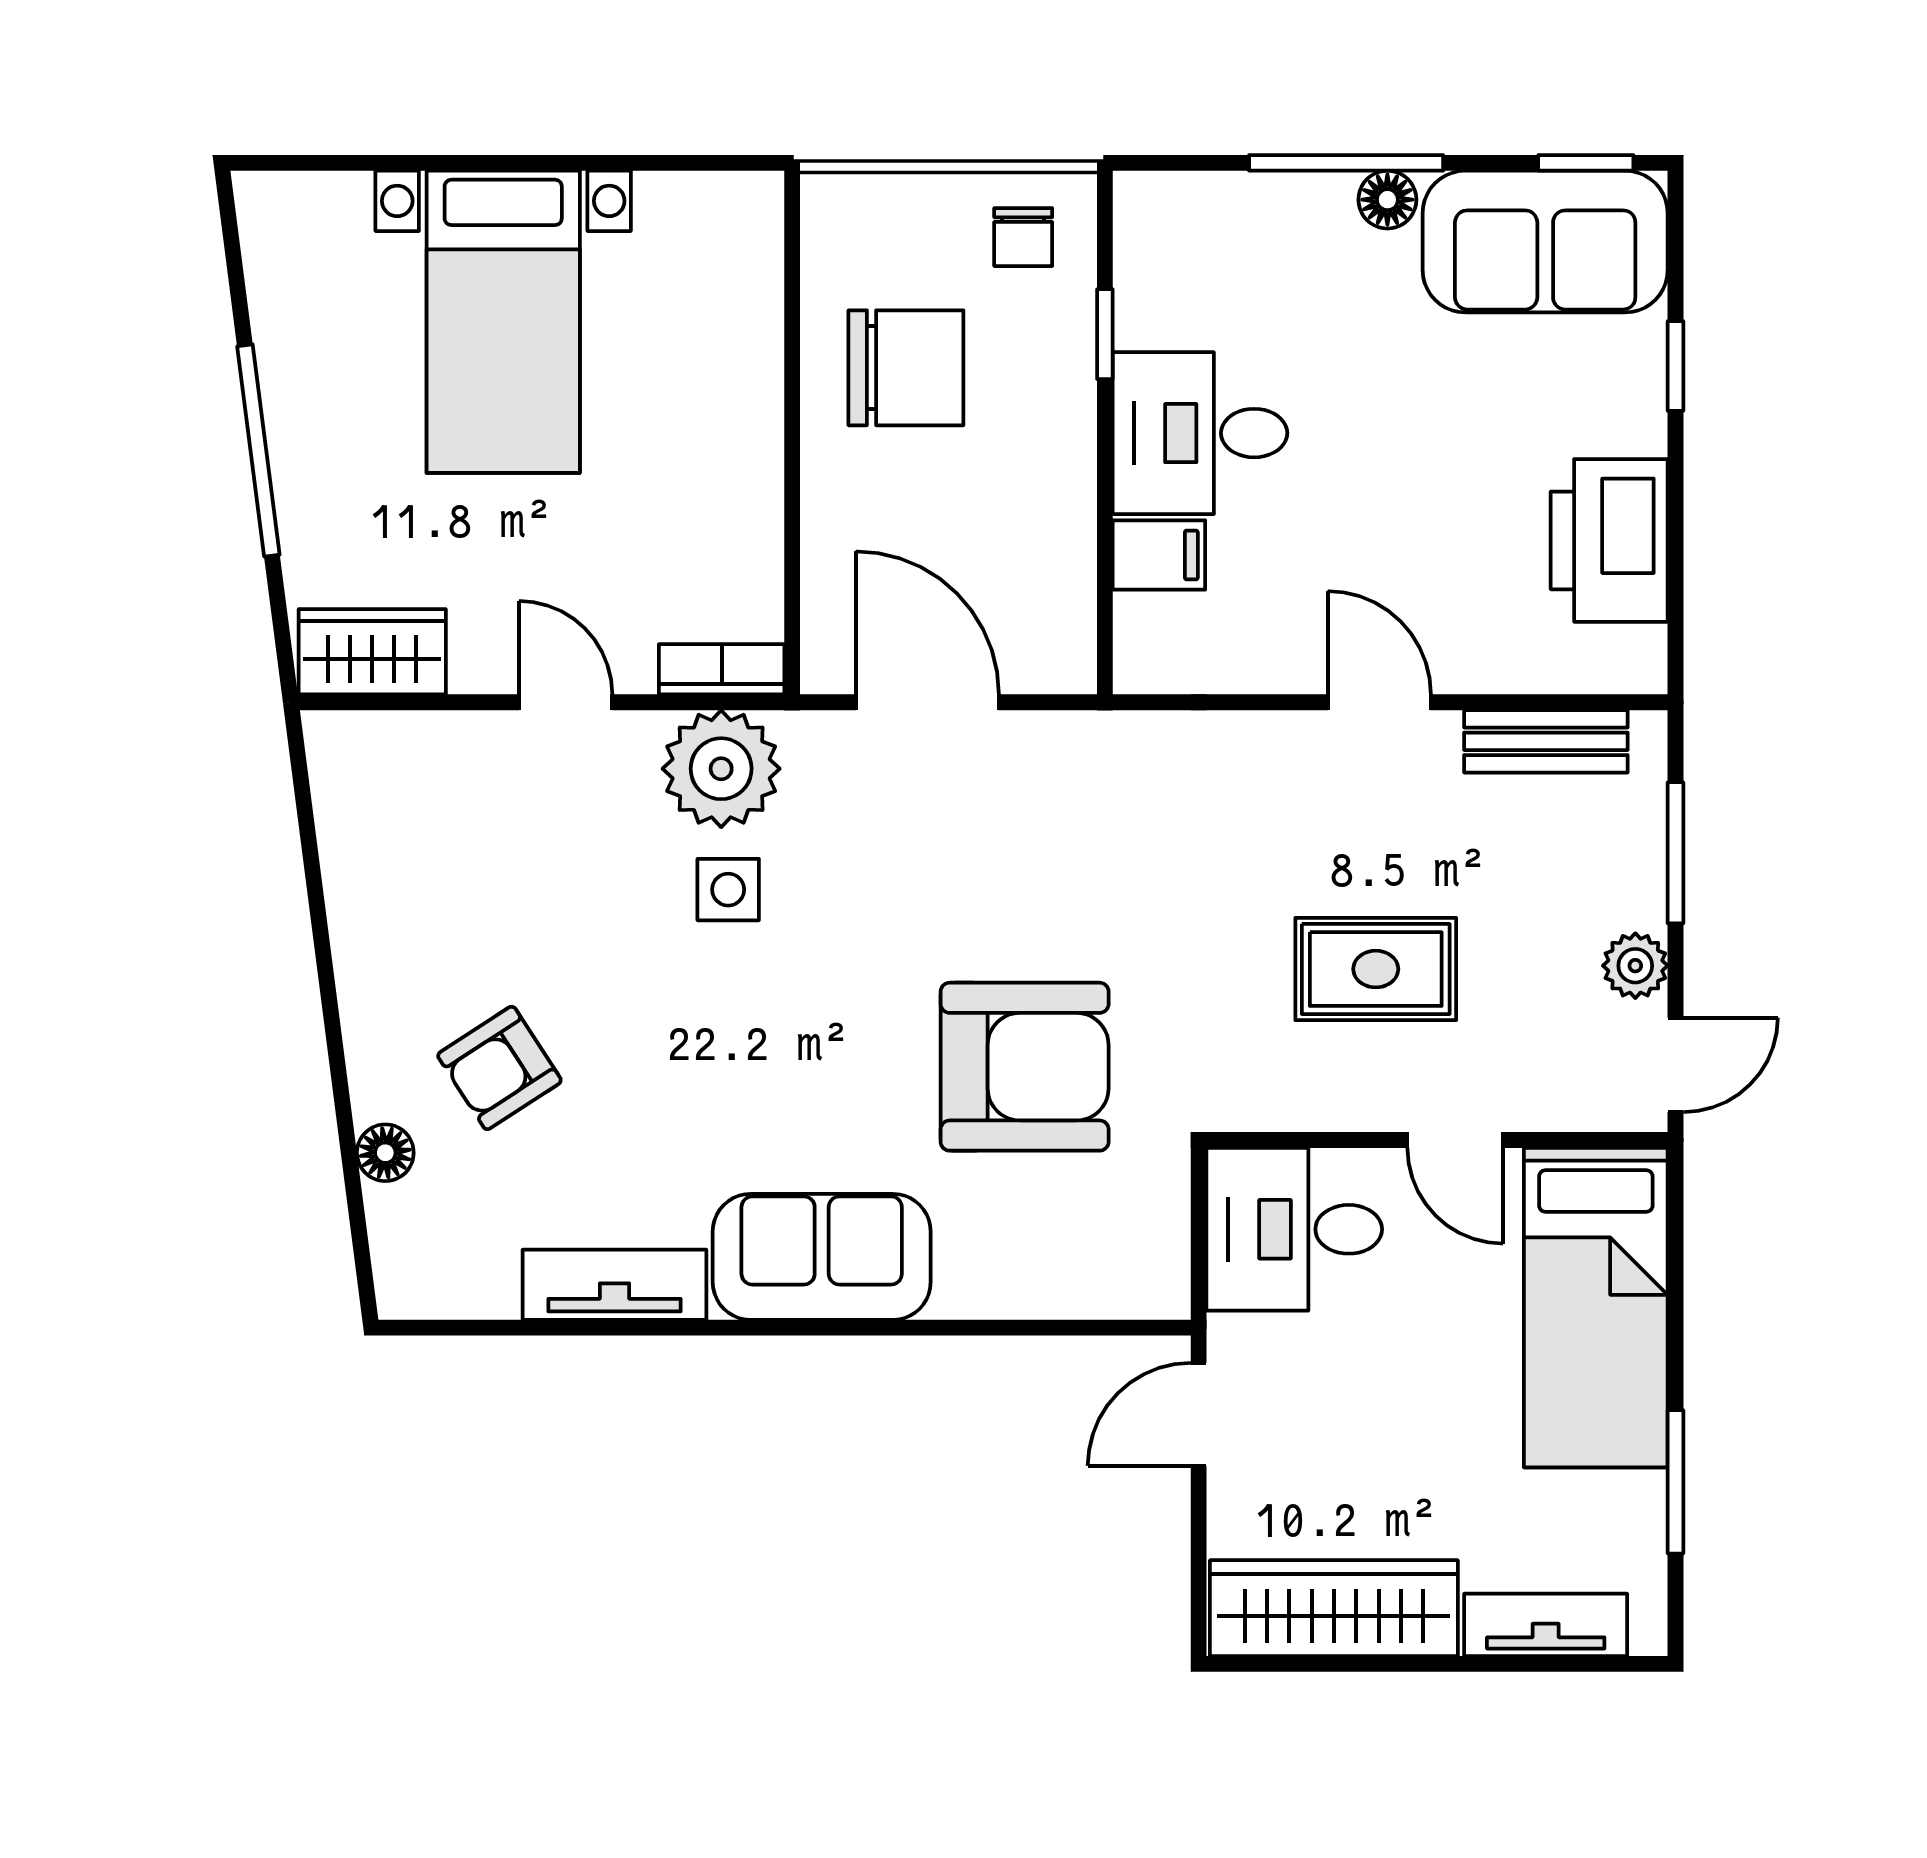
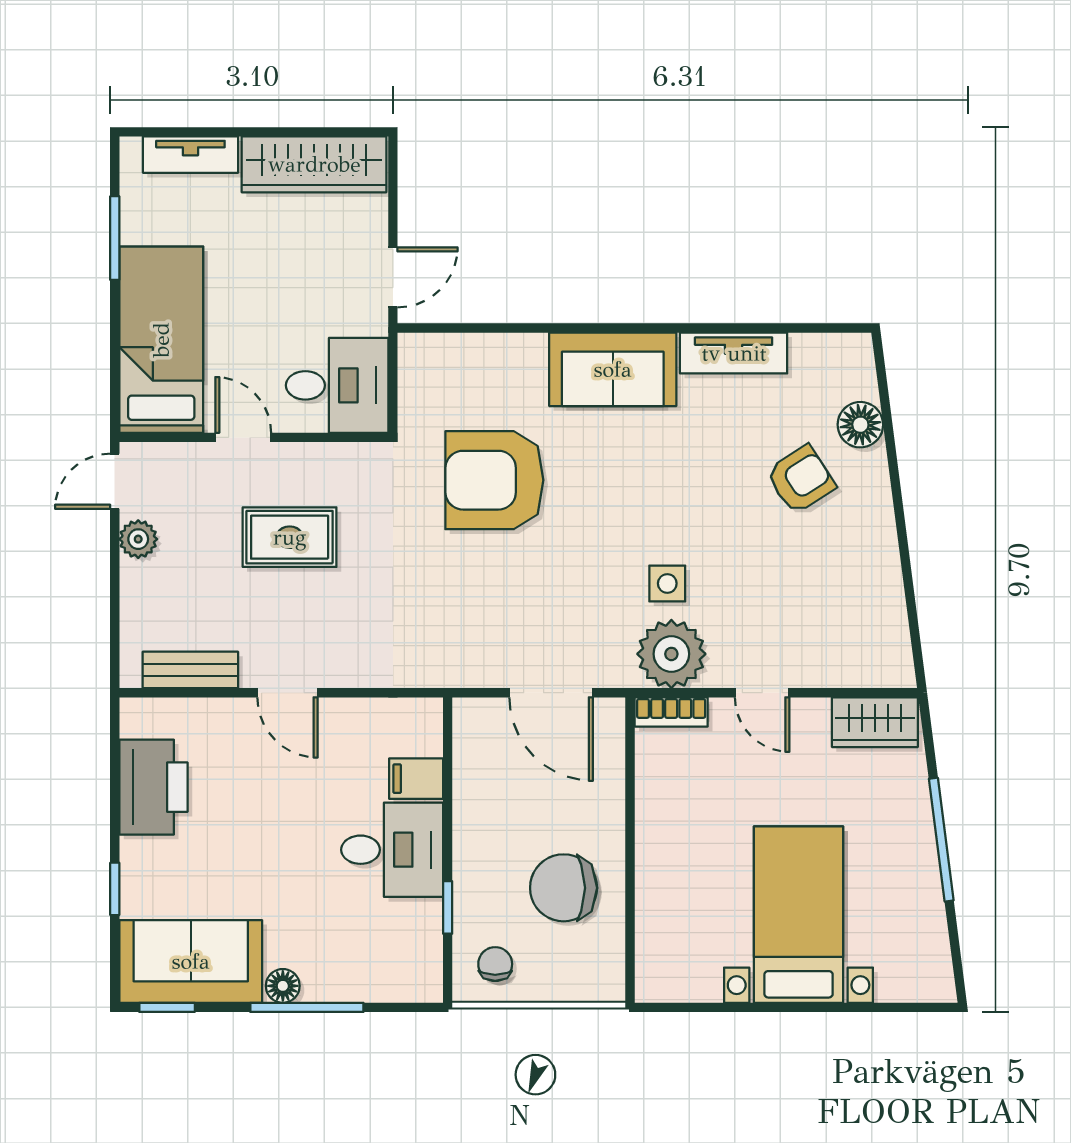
window: (1676, 853) -> (115, 605), removed
floor lamp: (385, 1153) -> (860, 425), width x1.37, depth x1.37

